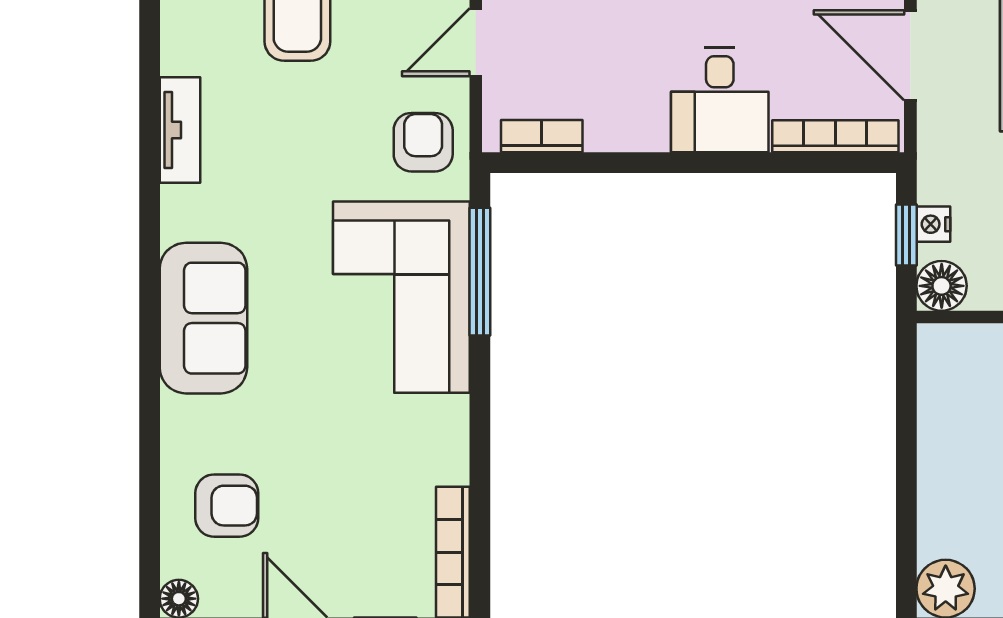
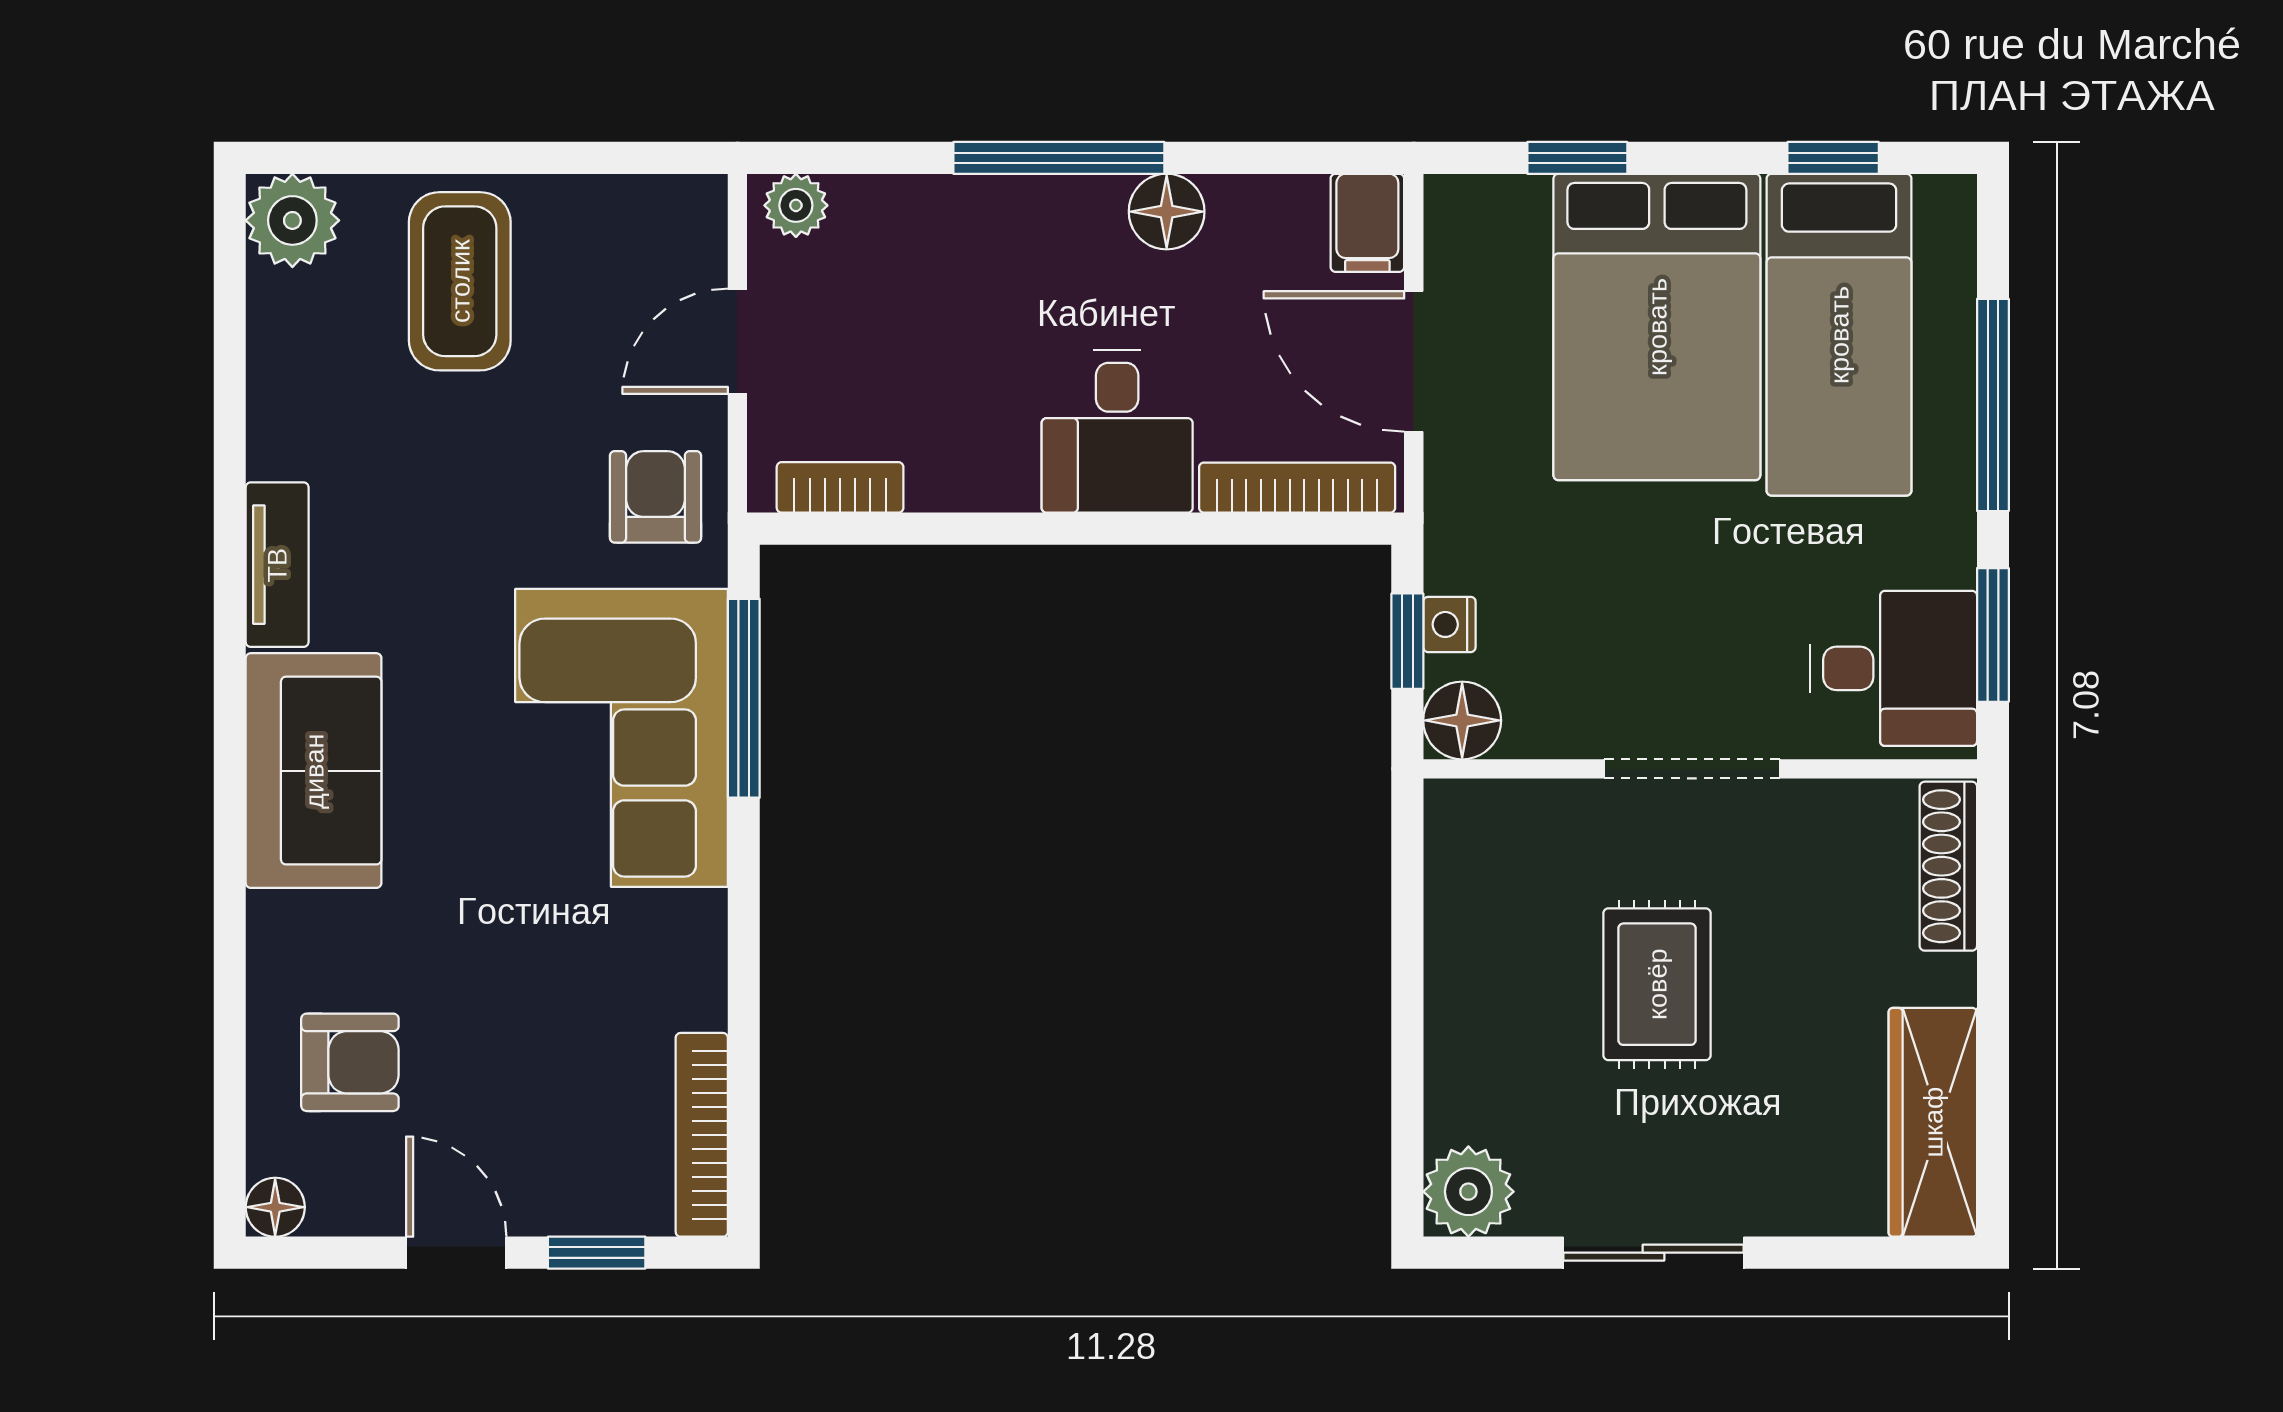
tv unit: (180, 130) -> (277, 565), moved

